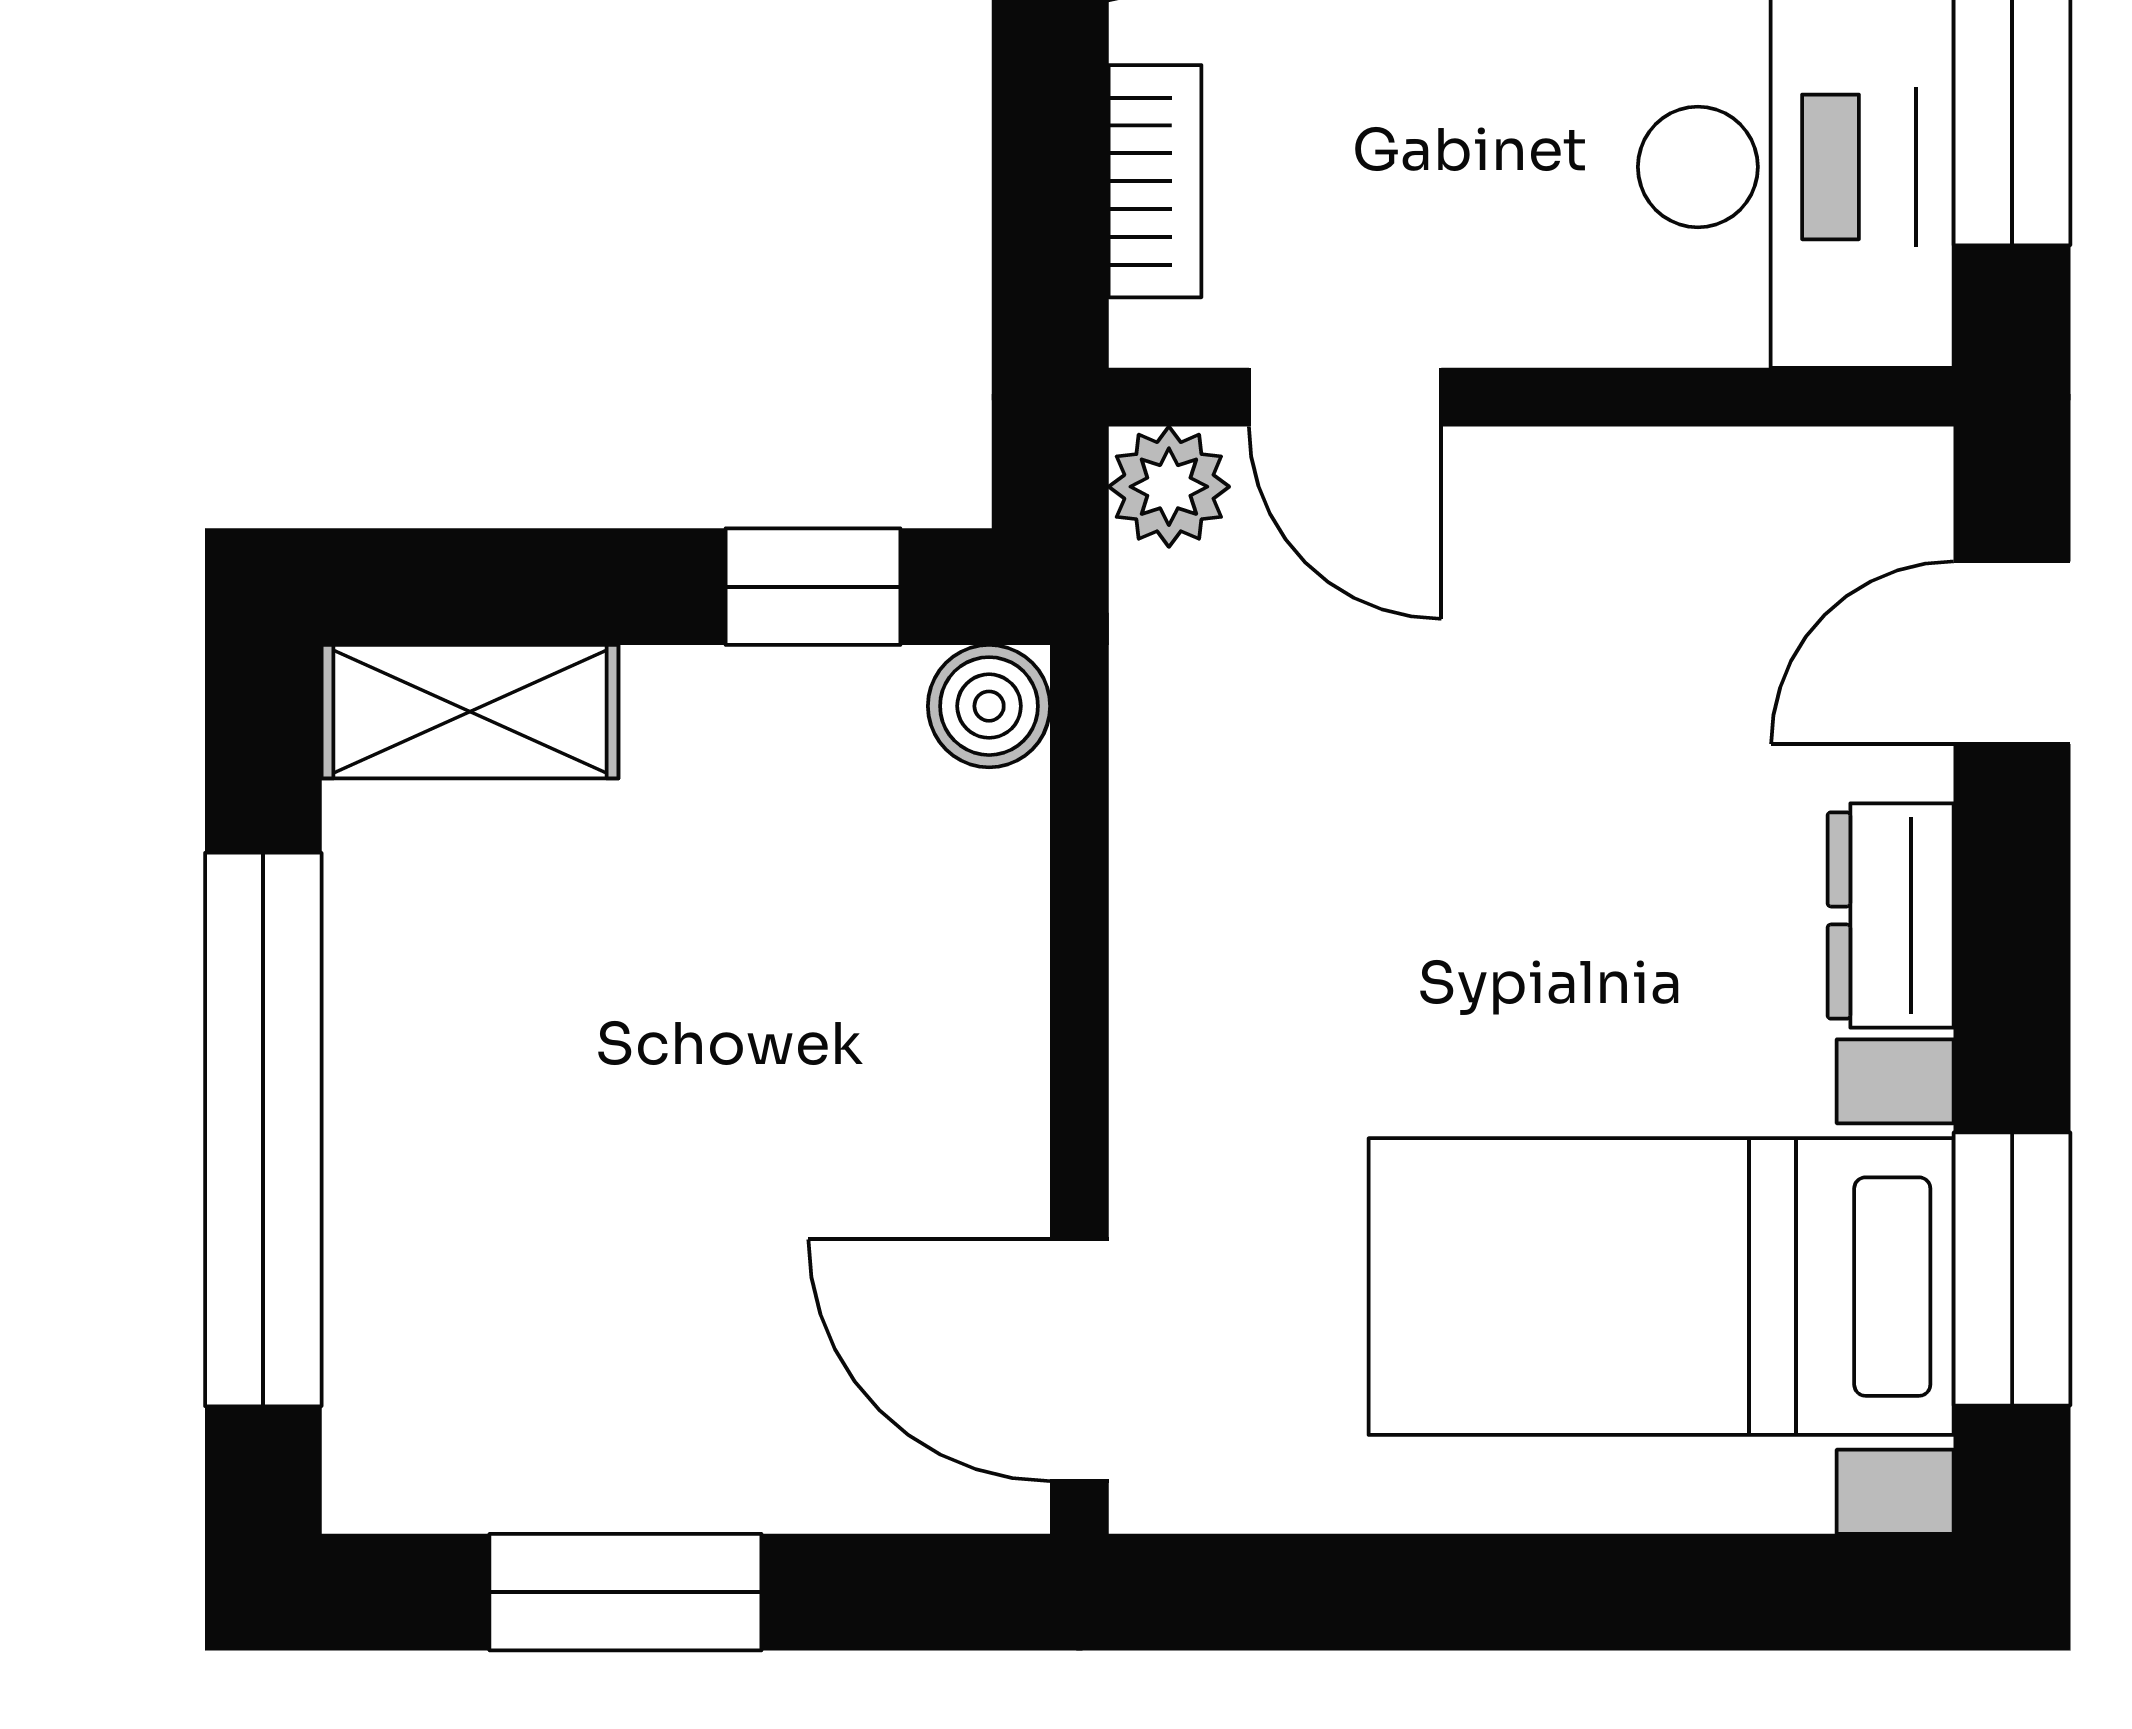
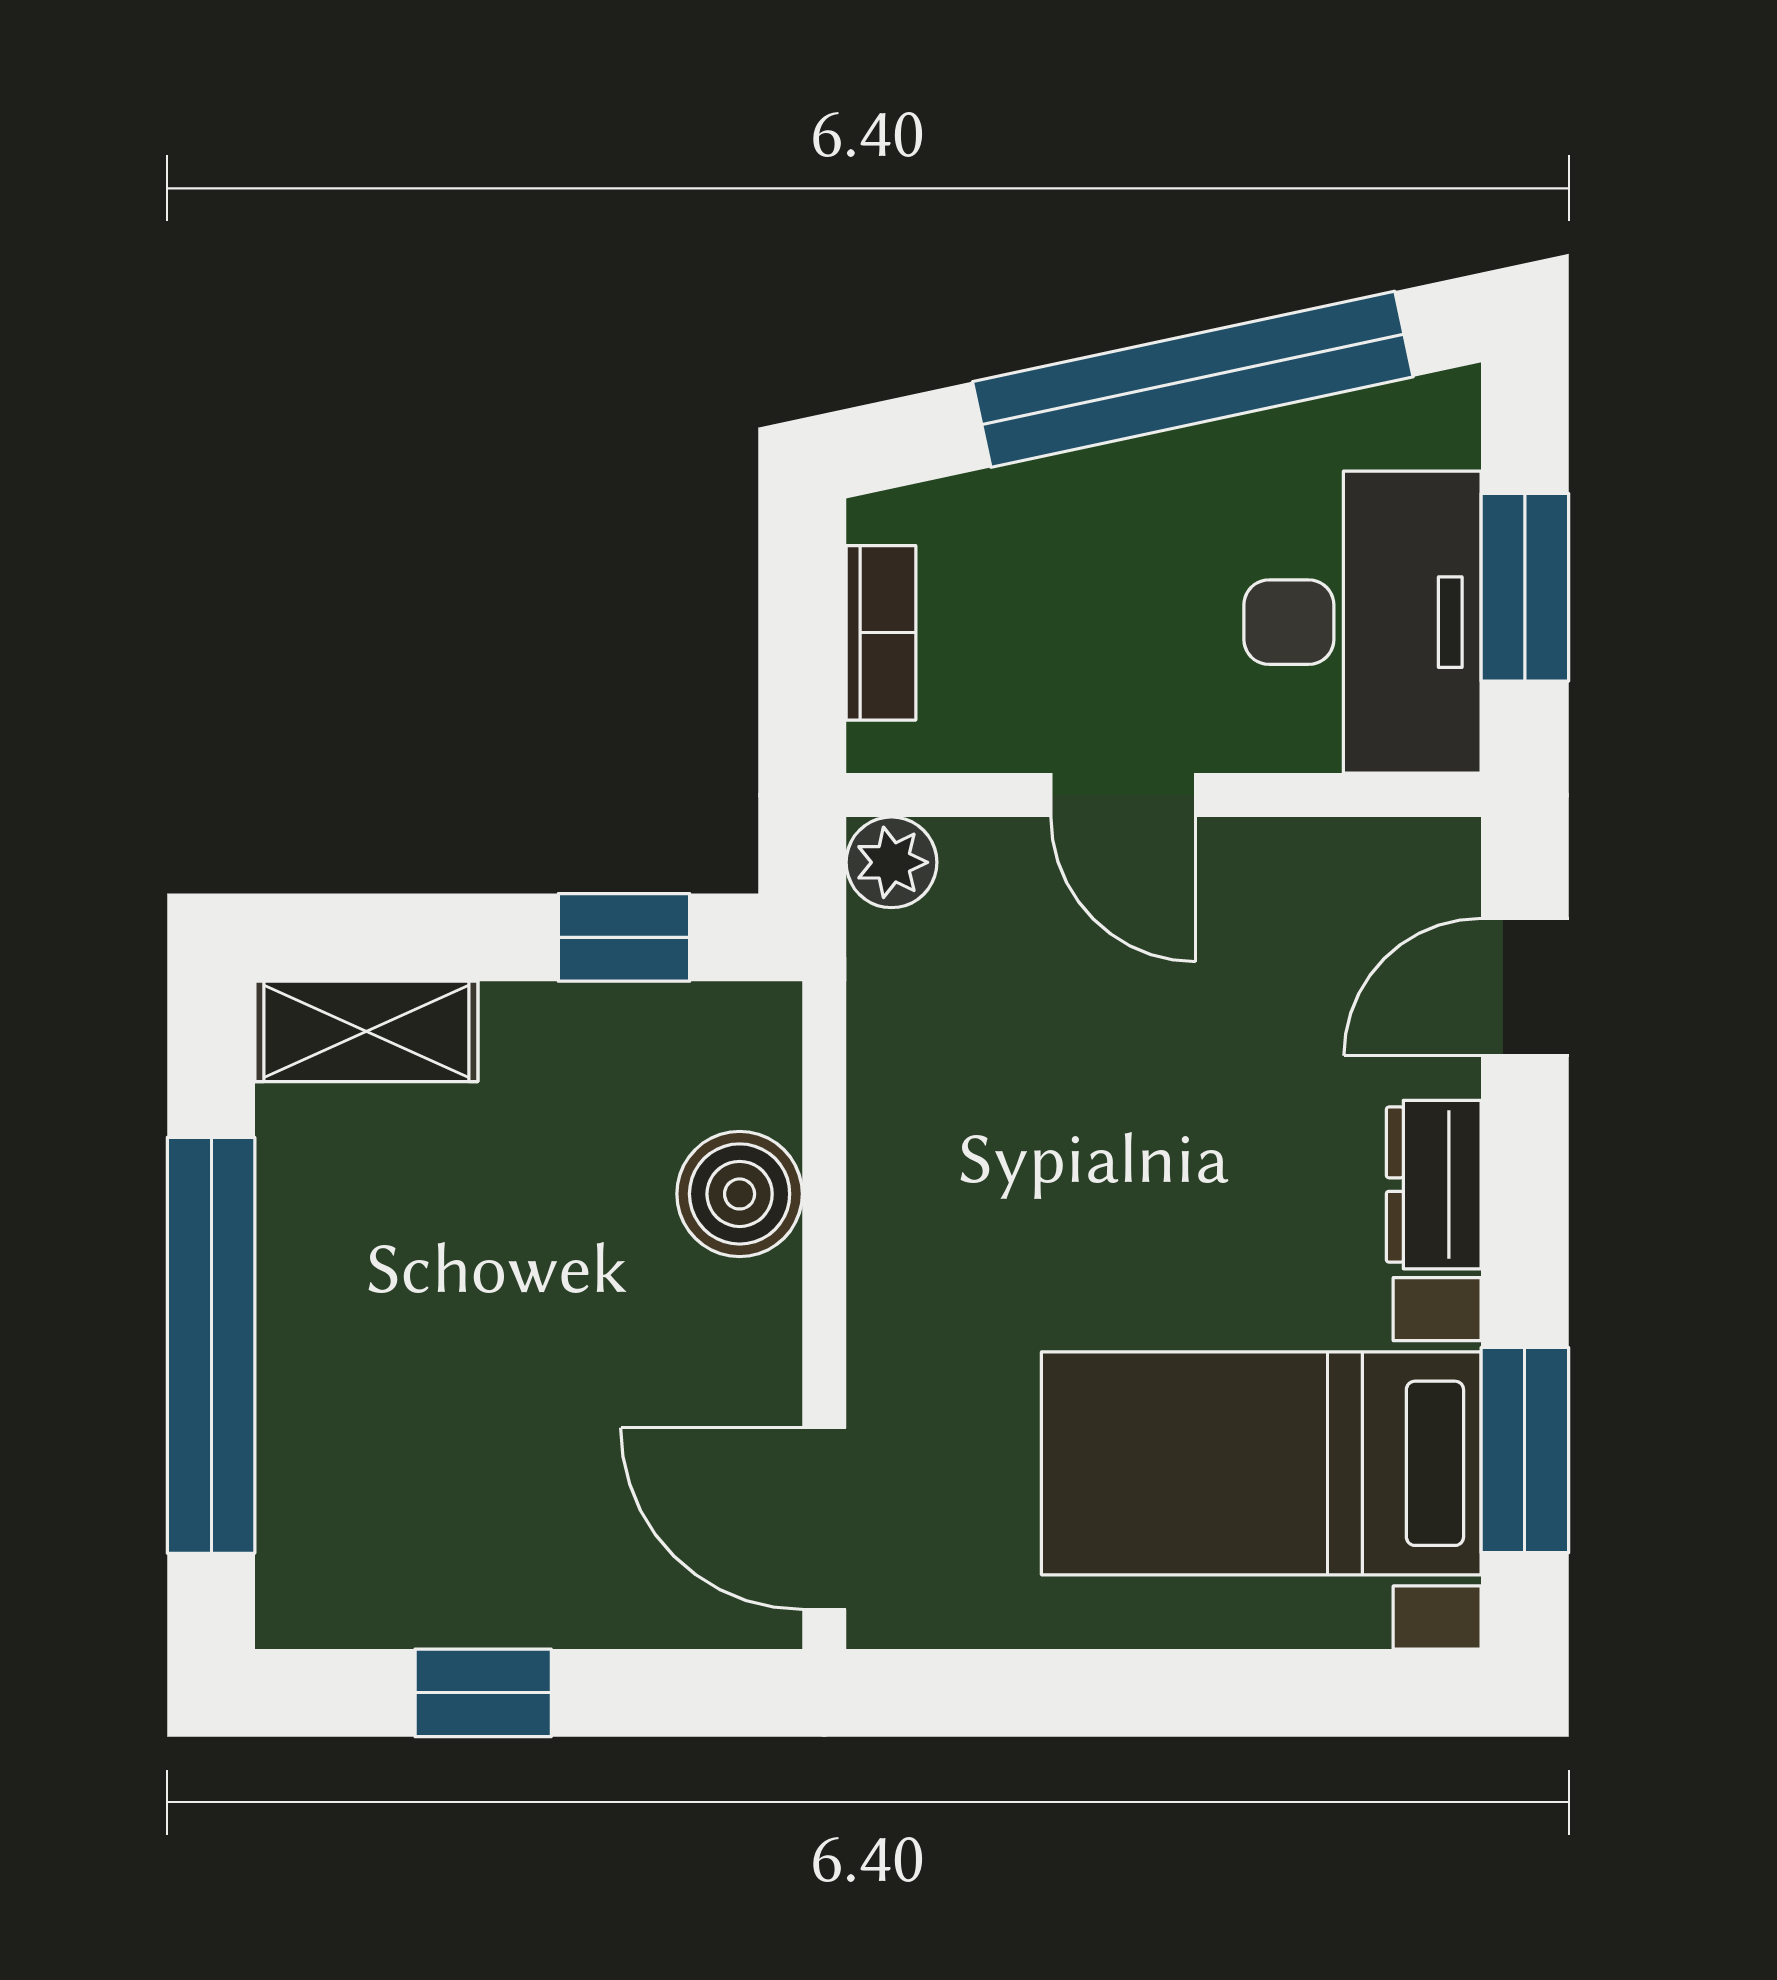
door: (1345, 397) -> (1123, 795), moved
boiler: (989, 706) -> (740, 1194), moved, width x1.36, depth x1.36
window: (625, 1592) -> (483, 1693), width x0.67

